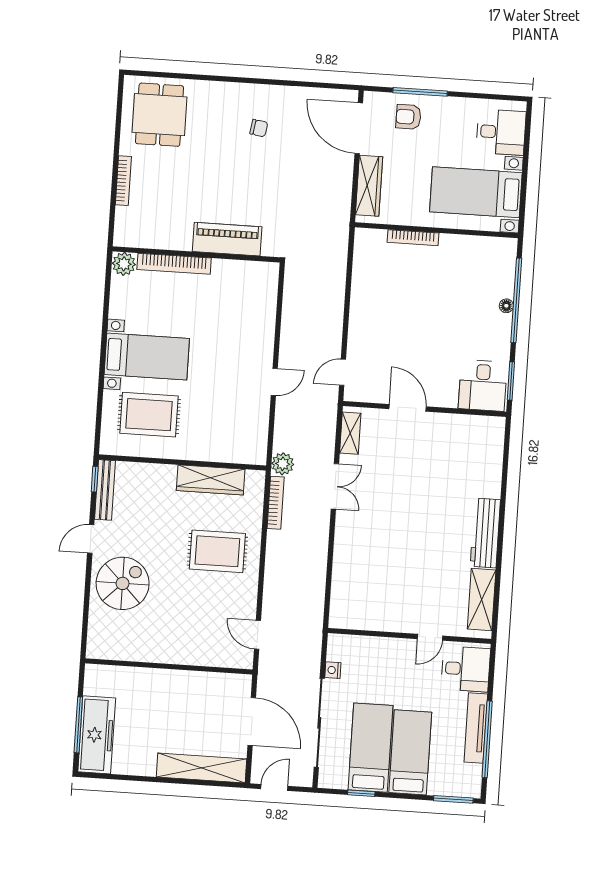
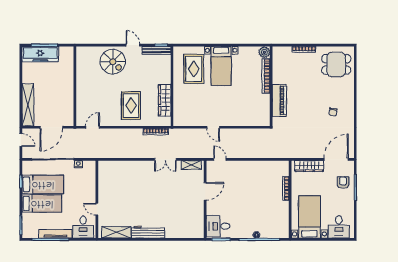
plant: (283, 464) -> (175, 134), removed

